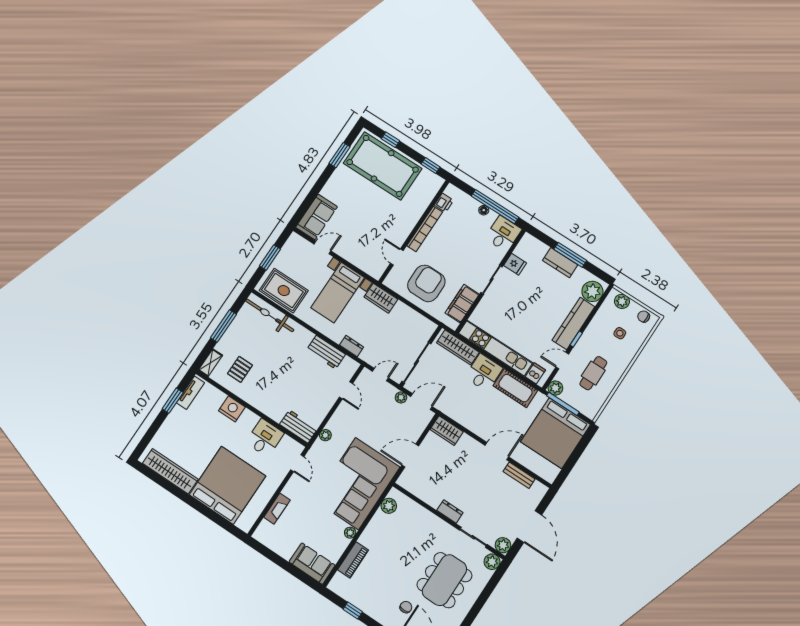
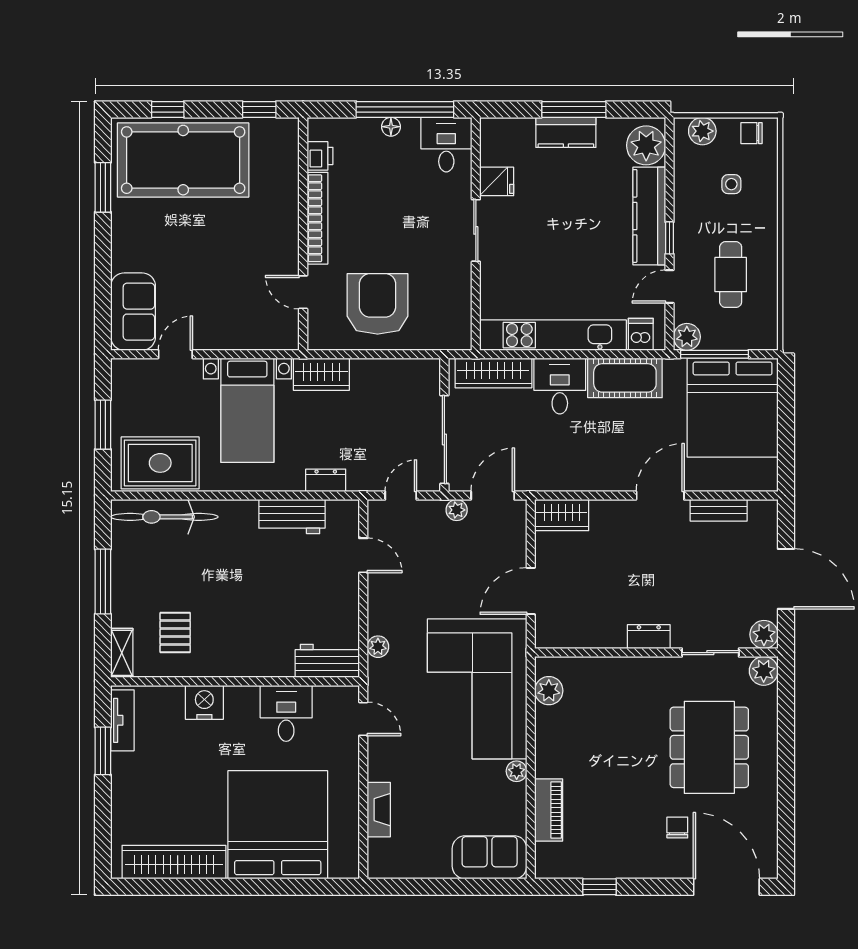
filing cabinet: (462, 304) -> (455, 299), removed

